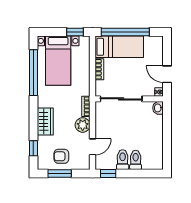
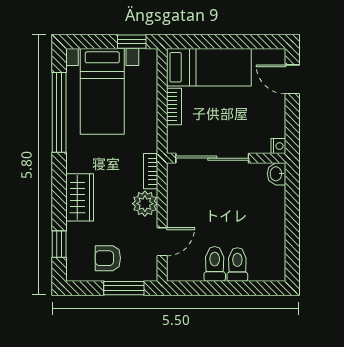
window: (125, 32) -> (219, 42), removed
door: (167, 74) -> (292, 79), moved
window: (60, 173) -> (124, 288), moved
window: (108, 173) -> (190, 288), removed

